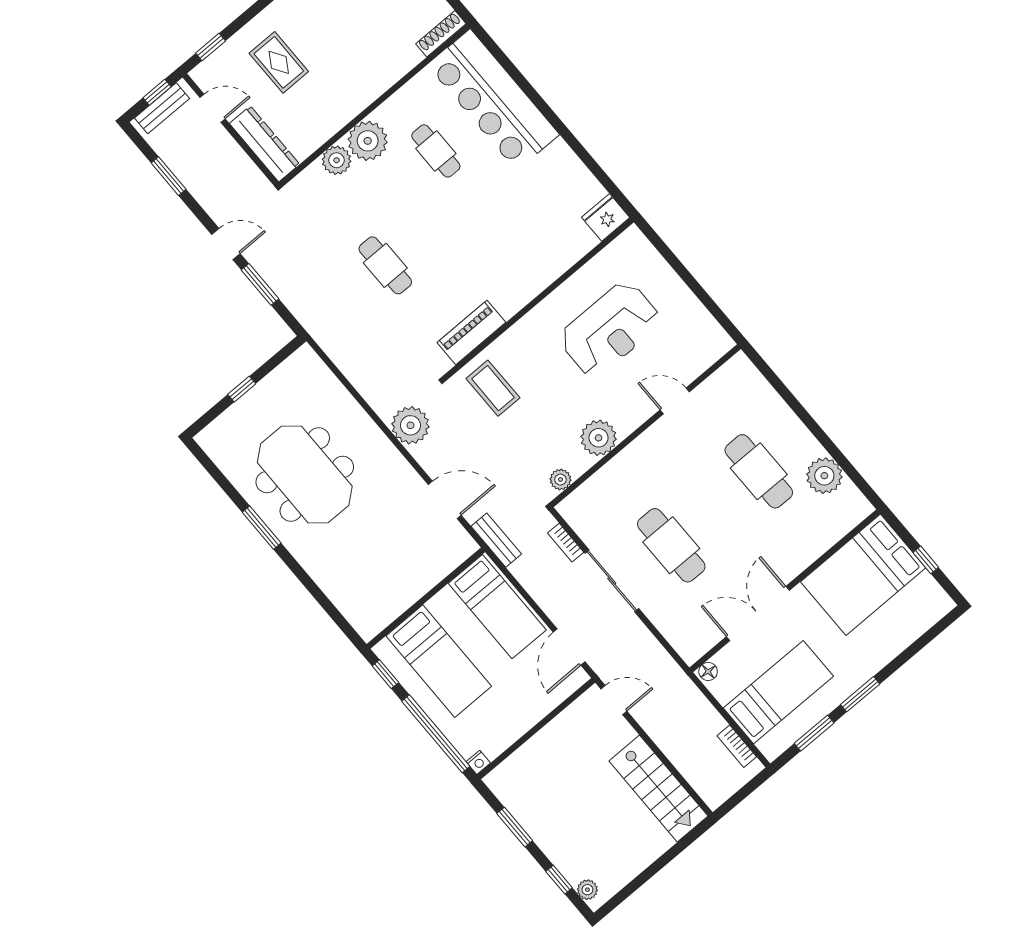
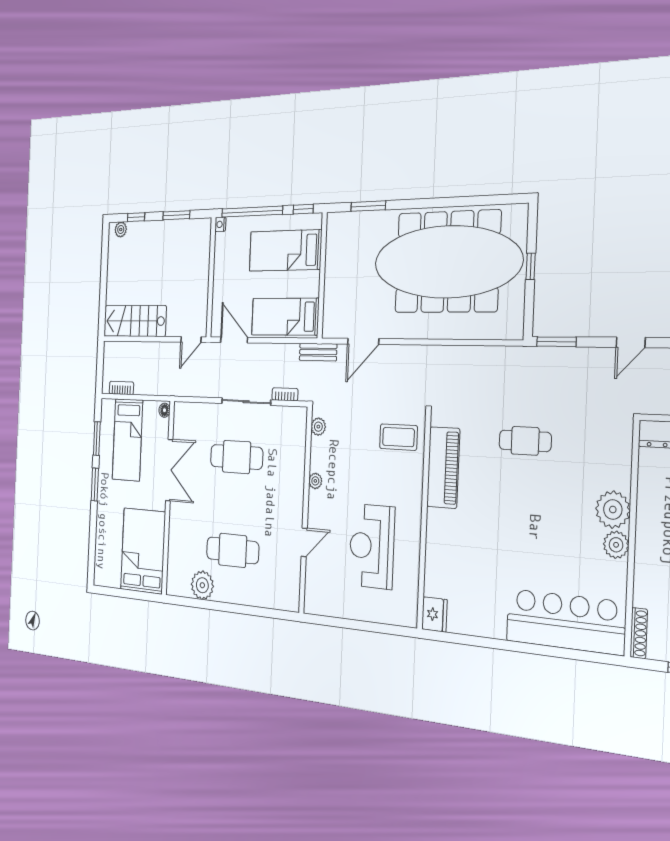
cafe table: (436, 151) -> (566, 549), removed
plant: (337, 160) -> (616, 545), moved
window: (260, 284) -> (556, 342), moved
piano: (471, 332) -> (443, 468), width x1.37, depth x1.33
plant: (410, 425) -> (420, 361), removed
plant: (599, 438) -> (315, 481), width x0.53, depth x0.53
meeting table: (305, 474) -> (447, 262), width x1.86, depth x1.27
window: (262, 528) -> (368, 206), moved
window: (926, 560) -> (124, 593), removed

